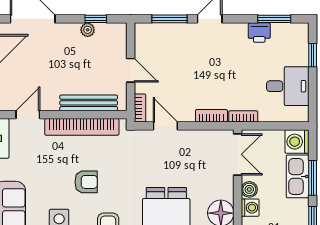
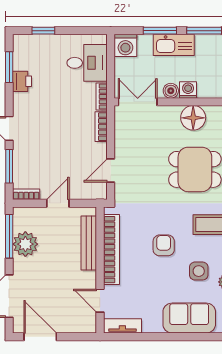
window: (96, 19) -> (9, 236), width x2.17
plant: (88, 30) -> (25, 244), width x1.88, depth x1.88
desk: (288, 86) -> (87, 63), moved, turned 90
bookcase: (140, 108) -> (26, 194), moved
kitchen sink: (298, 176) -> (174, 45), moved

